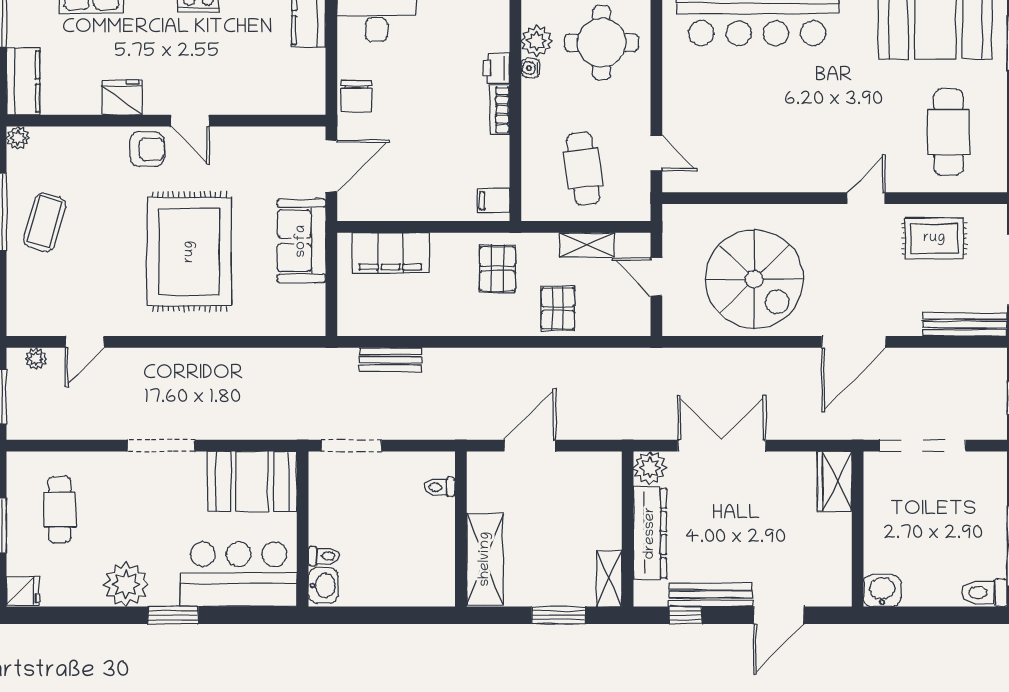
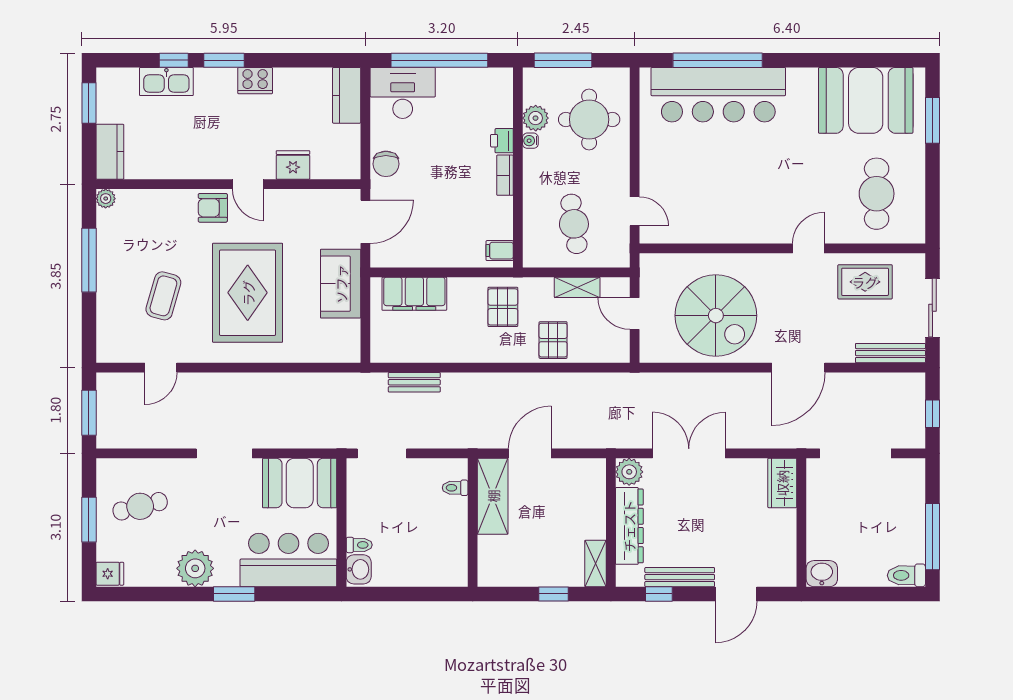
fridge: (122, 97) -> (293, 165), moved
armchair: (147, 149) -> (213, 208), turned 180
coffee table: (45, 222) -> (163, 296), moved
plant: (36, 359) -> (120, 381), removed
cafe table: (60, 509) -> (140, 506), turned 76
shelving: (485, 559) -> (493, 496), moved
window: (558, 615) -> (553, 594), width x0.67

